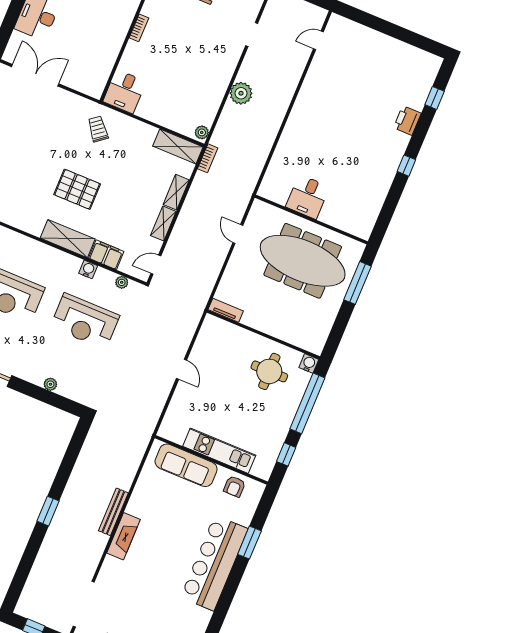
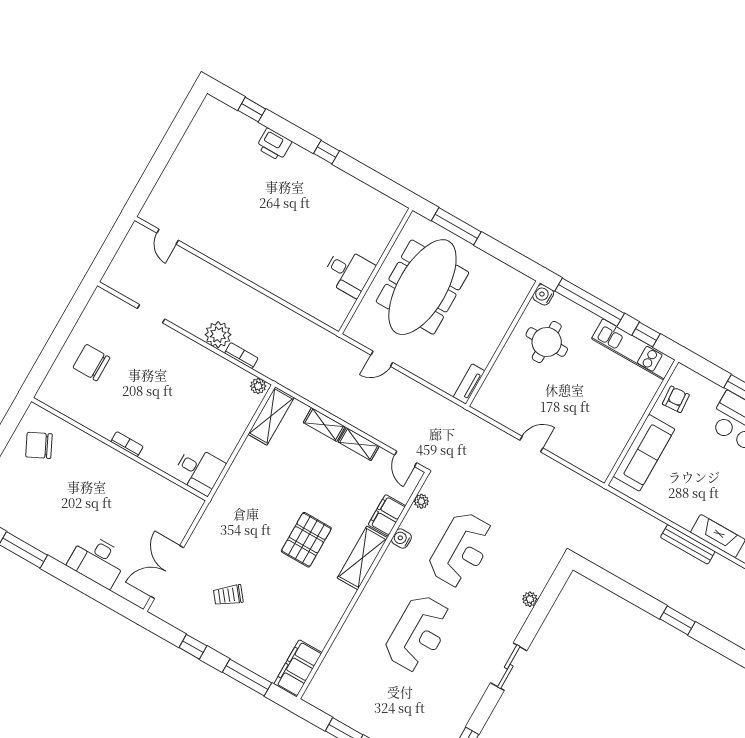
trolley: (98, 129) -> (228, 595), moved
bookcase: (208, 158) -> (241, 356), moved
kitchen unit: (219, 451) -> (633, 349), moved, turned -90
armchair: (234, 486) -> (676, 399), turned -94

